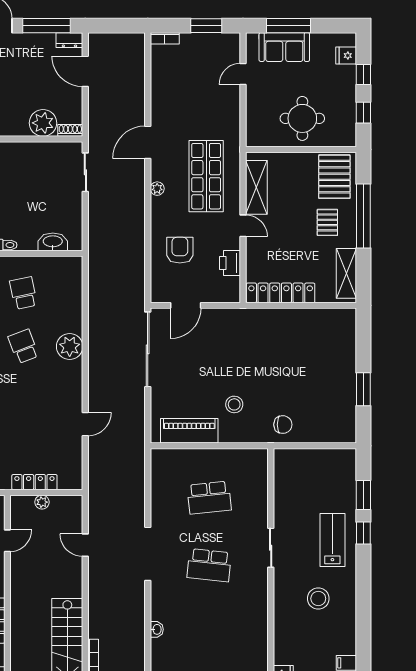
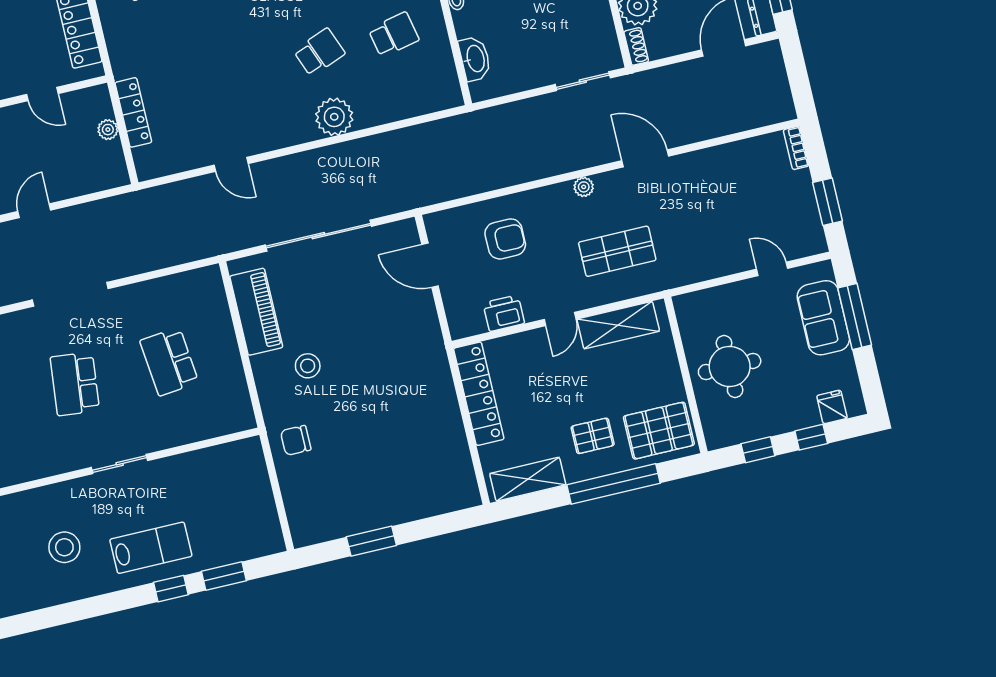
shop shelf: (206, 176) -> (617, 251), width x0.70, depth x0.74
sliding door: (148, 349) -> (318, 236), moved
chair: (283, 425) -> (296, 440), turned 90
door: (85, 545) -> (34, 211), moved

